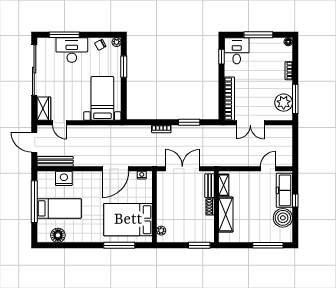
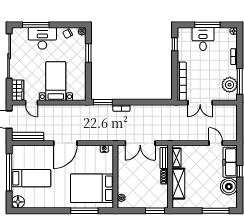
desk: (237, 51) -> (203, 39), moved
bed with nightstands: (102, 98) -> (56, 81), moved
window: (189, 122) -> (103, 102), moved
door: (115, 169) -> (65, 143), moved
double door: (182, 169) -> (140, 143), swing flipped
door: (268, 169) -> (216, 143), hinge flipped
nightstand: (64, 178) -> (35, 152), removed
floor lamp: (58, 235) -> (18, 202), moved

